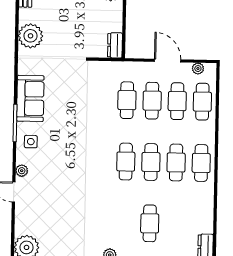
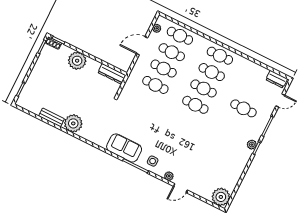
plant: (30, 36) -> (73, 123), moved
dresser: (115, 45) -> (112, 74), width x1.44

